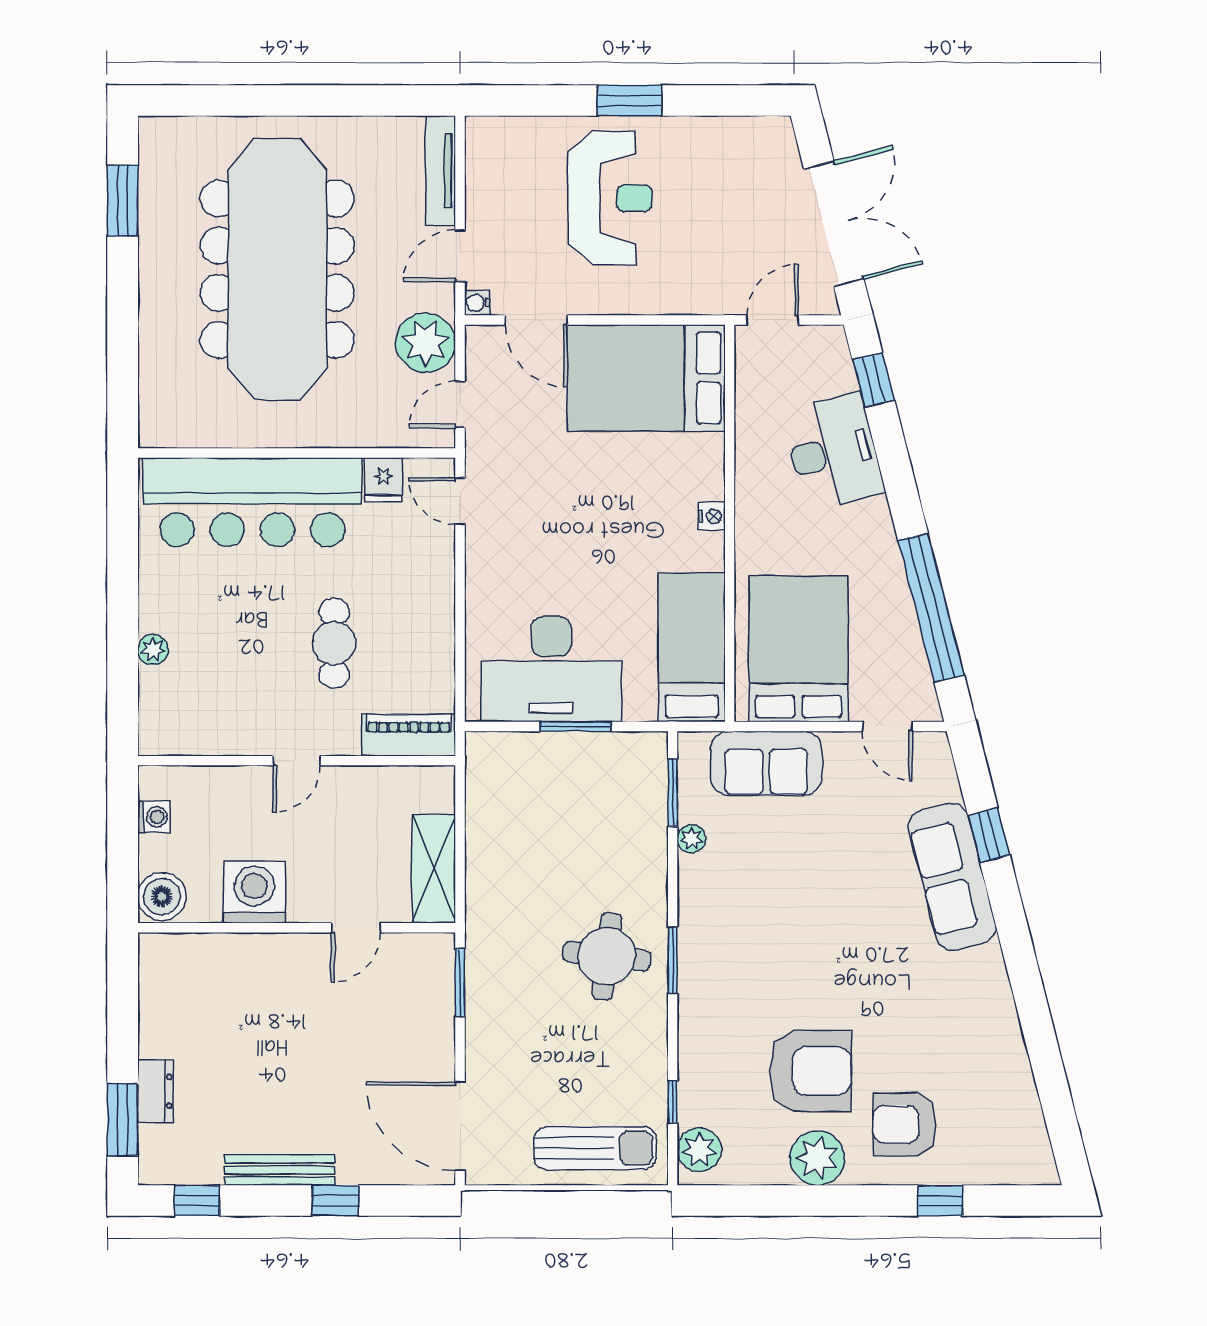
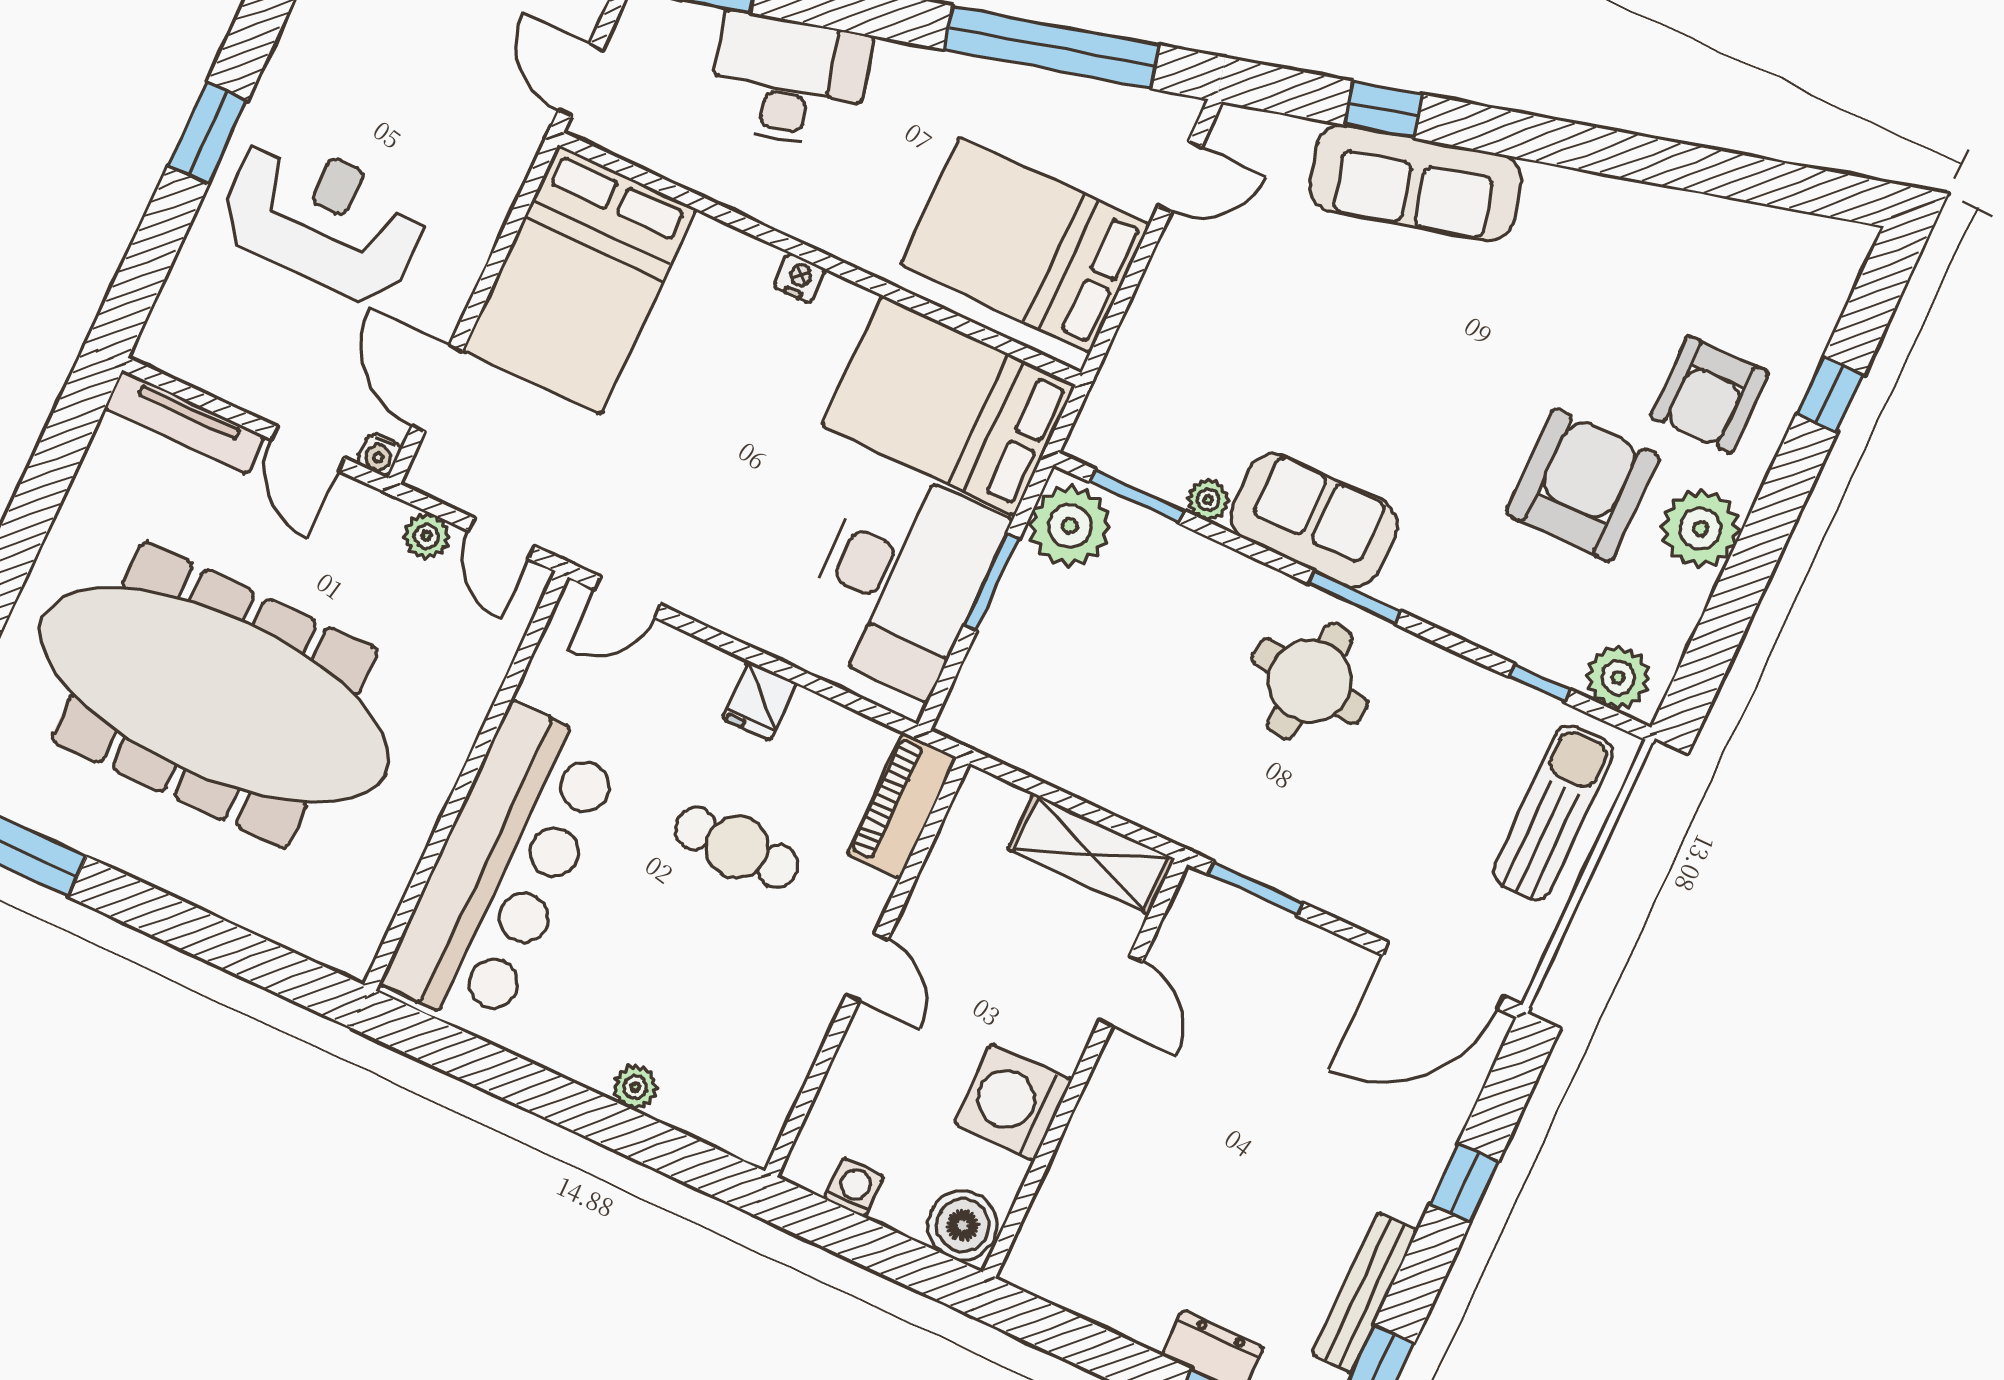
door: (536, 320) -> (437, 388), swing flipped
plant: (426, 343) -> (426, 536), width x0.53, depth x0.53
fridge: (383, 480) -> (760, 701), moved, turned 90
bed: (692, 648) -> (949, 405), width x1.50
plant: (634, 759) -> (1070, 526), added
sofa: (766, 763) -> (1314, 520), moved, turned -90
bench: (280, 1170) -> (1365, 1292), moved

